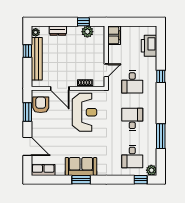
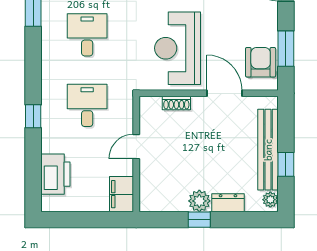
window: (83, 22) -> (199, 220), moved
plant: (87, 32) -> (199, 201), moved
door: (106, 70) -> (136, 147), moved
armchair: (41, 105) -> (261, 62), turned 180
desk: (132, 119) -> (87, 35), turned 180

